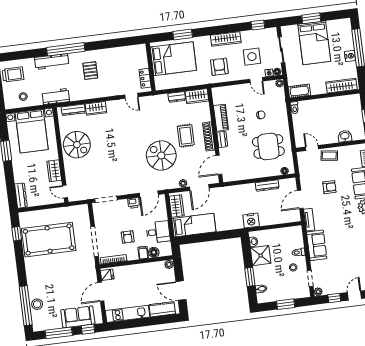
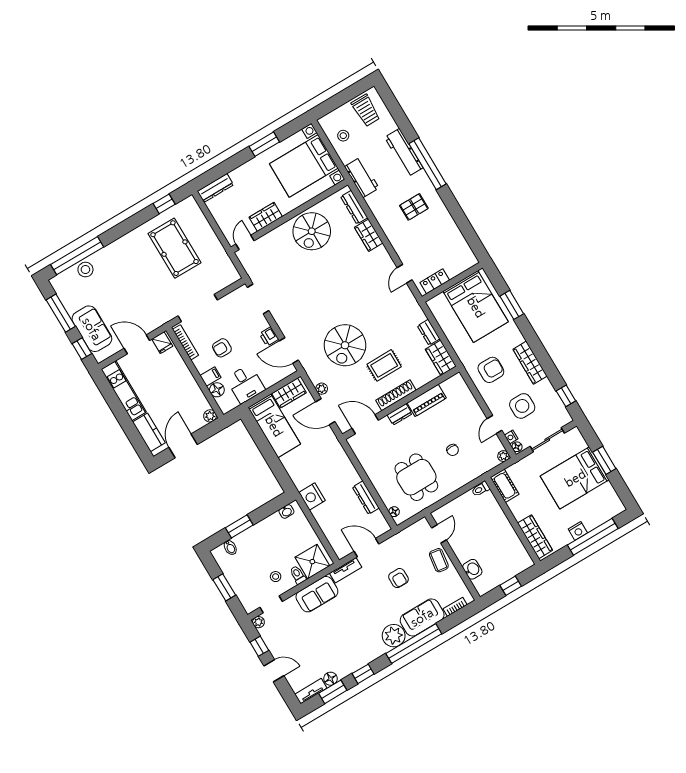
spiral stairs: (161, 155) -> (345, 345), turned 180
pool table: (49, 240) -> (174, 248), width x0.73, depth x0.76
shower: (261, 256) -> (312, 562), moved

